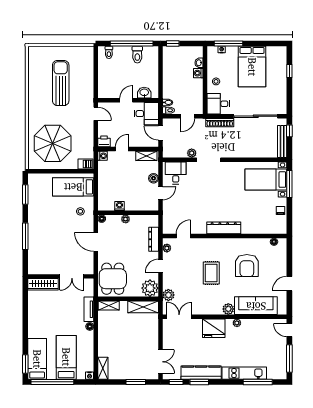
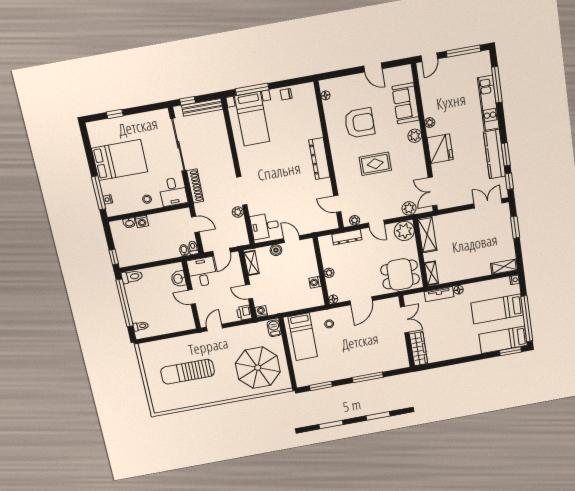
toilet: (137, 55) -> (132, 277), moved
sofa: (256, 306) -> (406, 103), width x0.73

